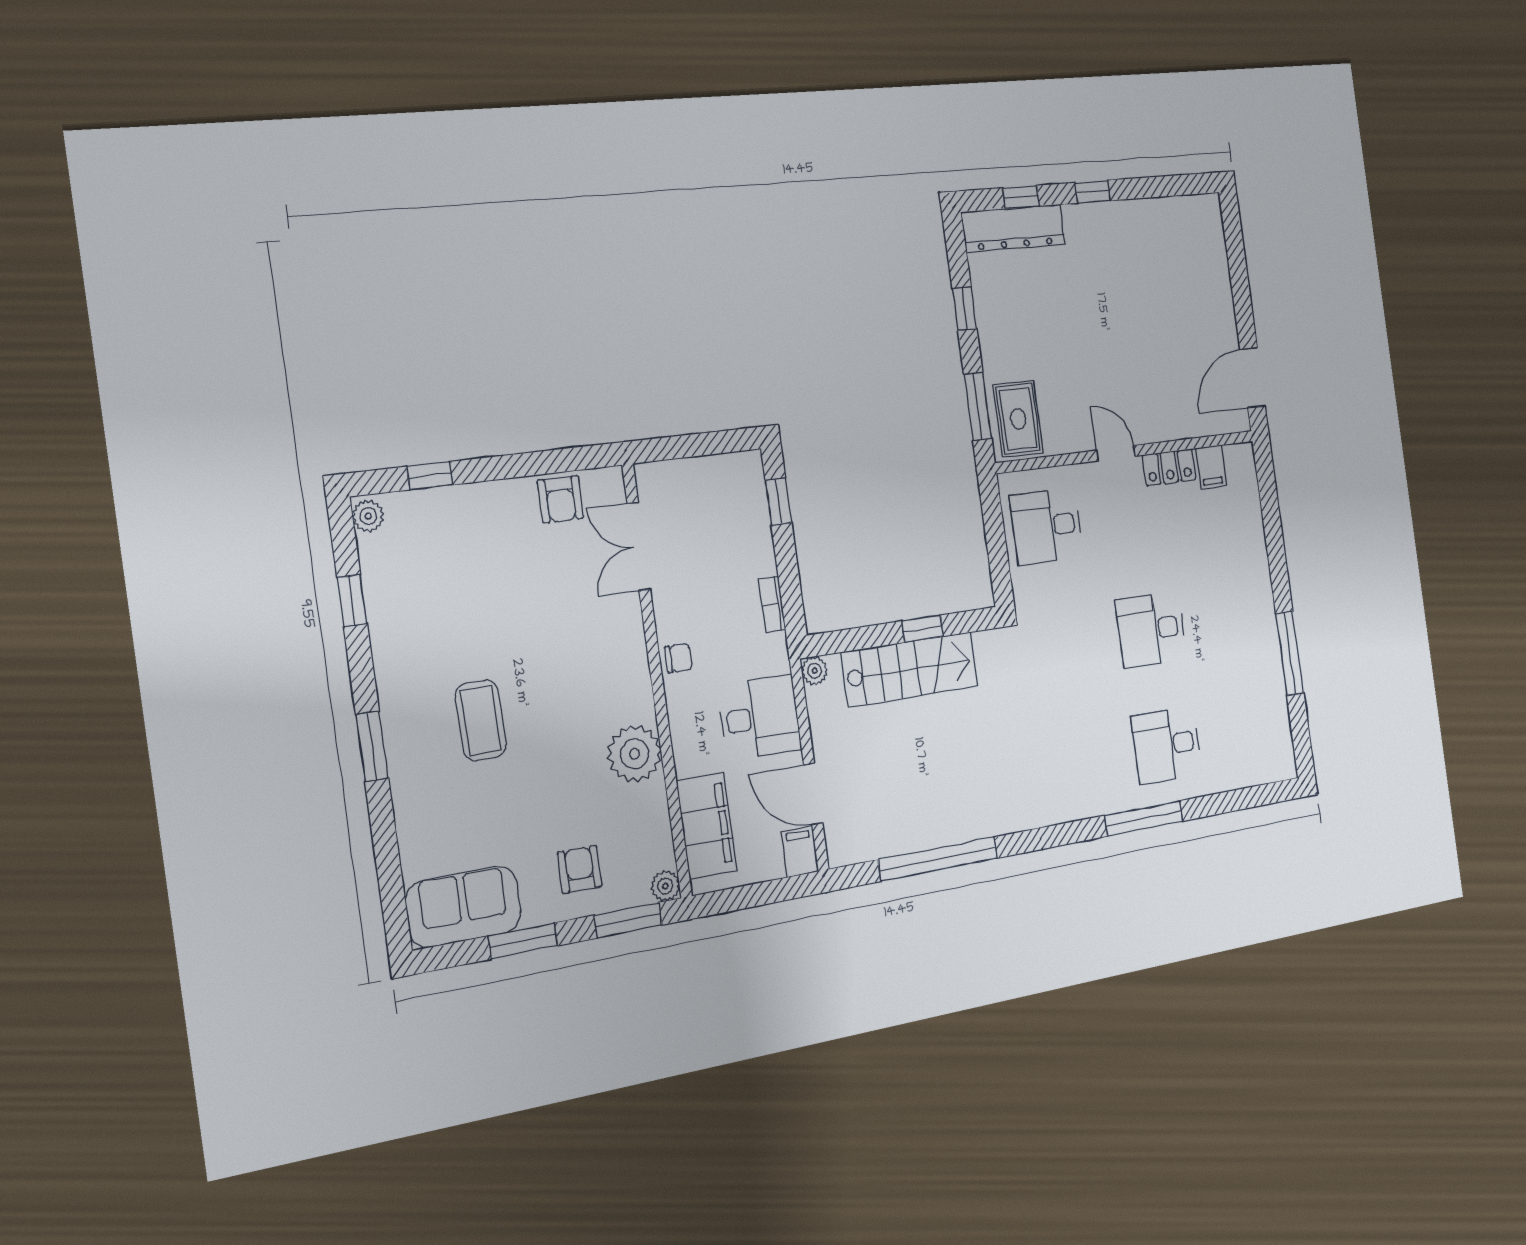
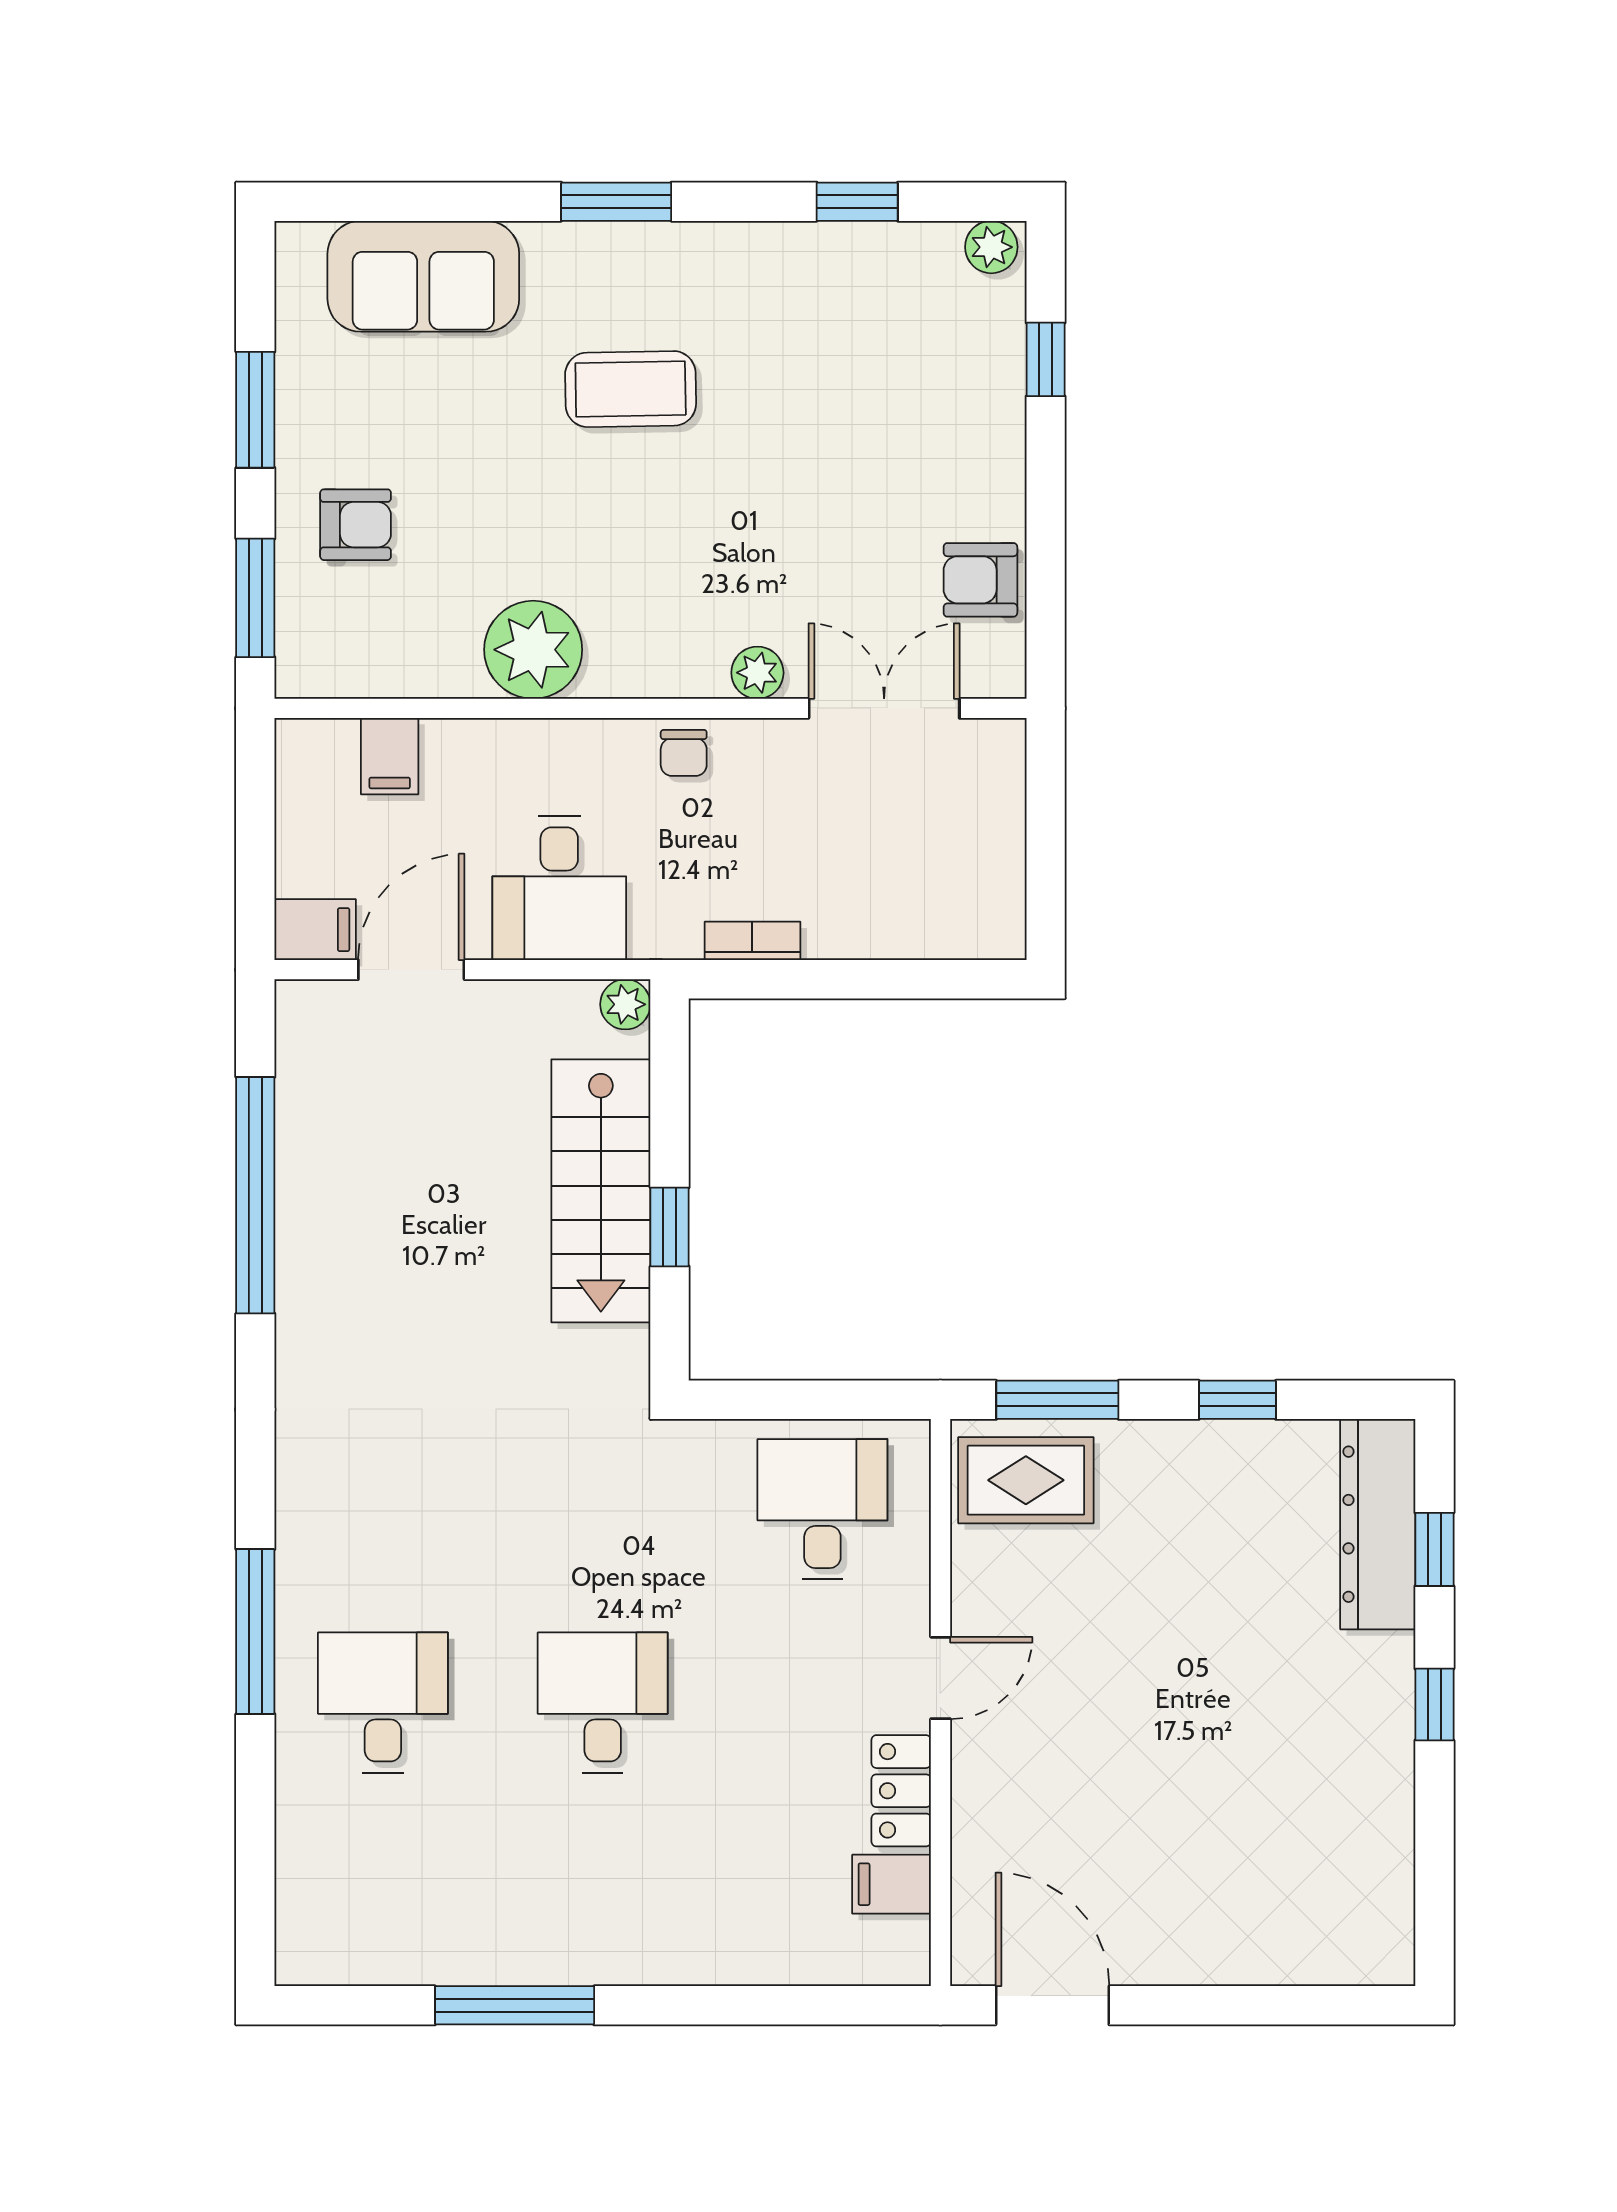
window: (778, 502) -> (930, 979), removed
filing cabinet: (707, 826) -> (390, 756), width x0.33, depth x0.86
plant: (665, 886) -> (757, 673), moved
sofa: (463, 907) -> (423, 276), moved, turned 90

